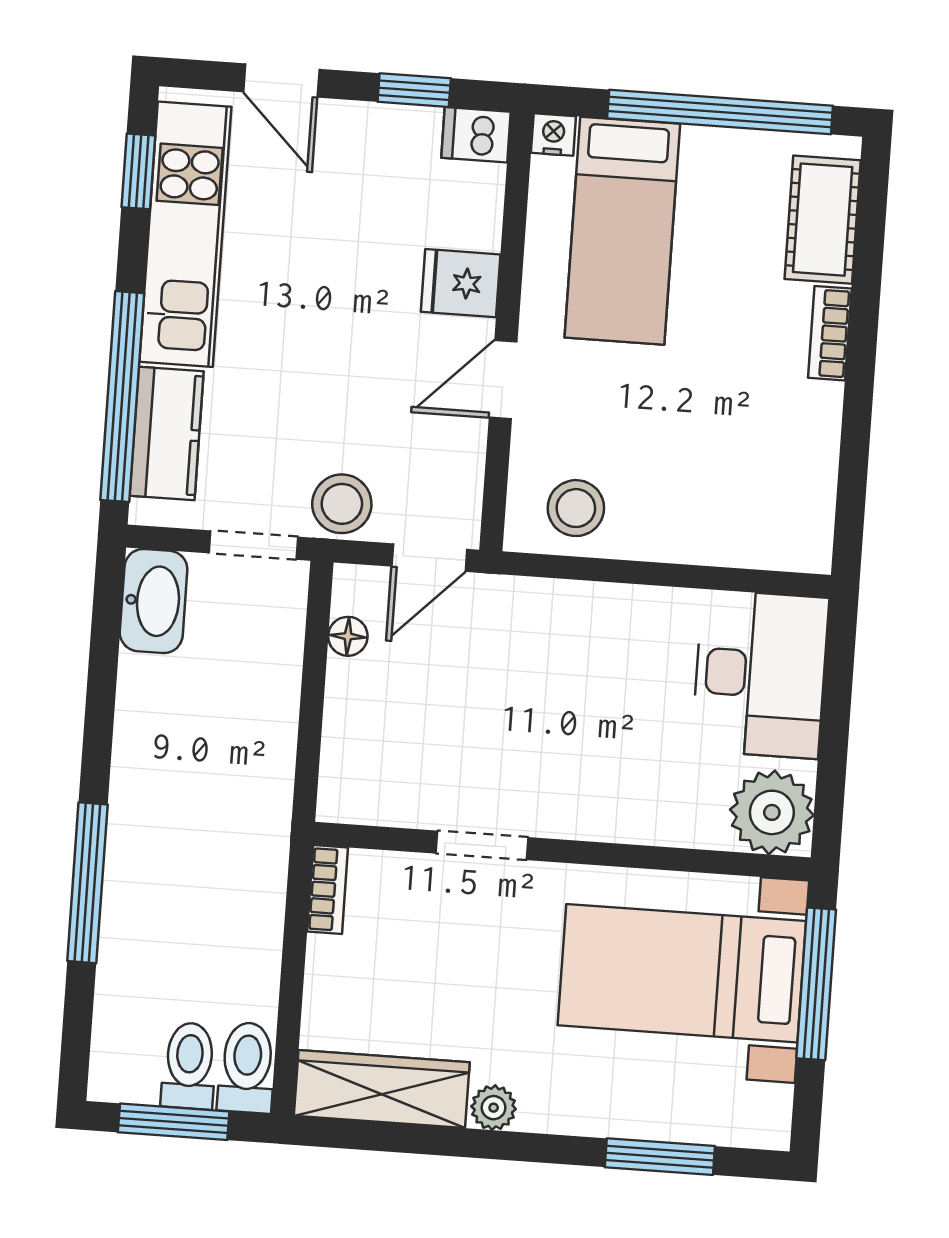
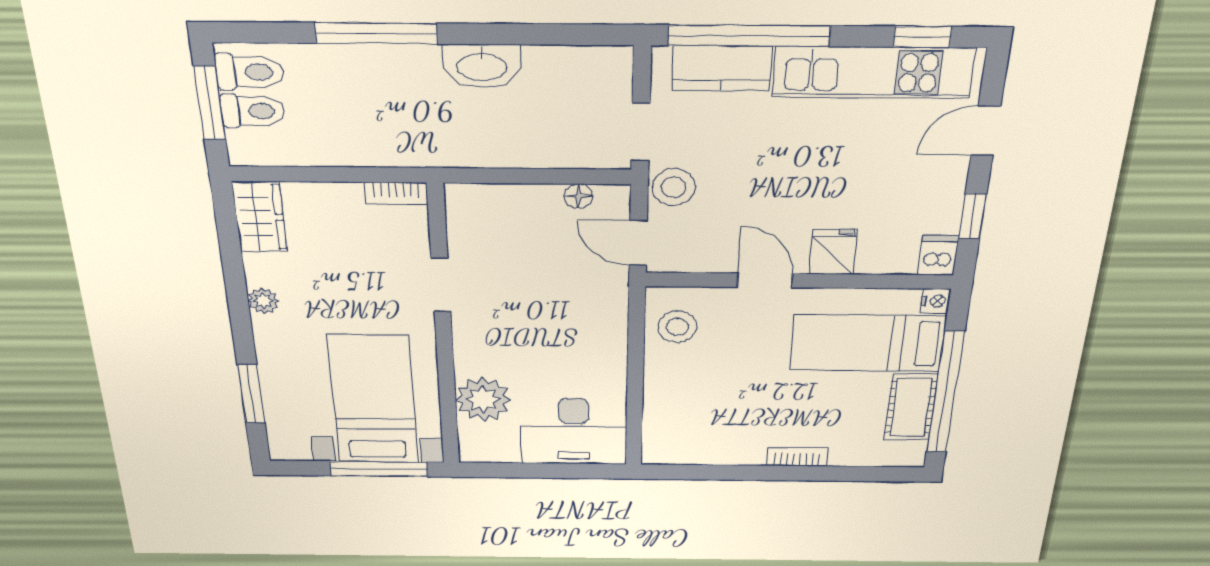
cot: (823, 220) -> (911, 407), moved, turned 90
washbasin: (154, 601) -> (482, 66), moved
plant: (772, 812) -> (483, 399), moved
toilet: (247, 1068) -> (250, 72), moved
wardrobe: (382, 1089) -> (260, 217), width x0.67

